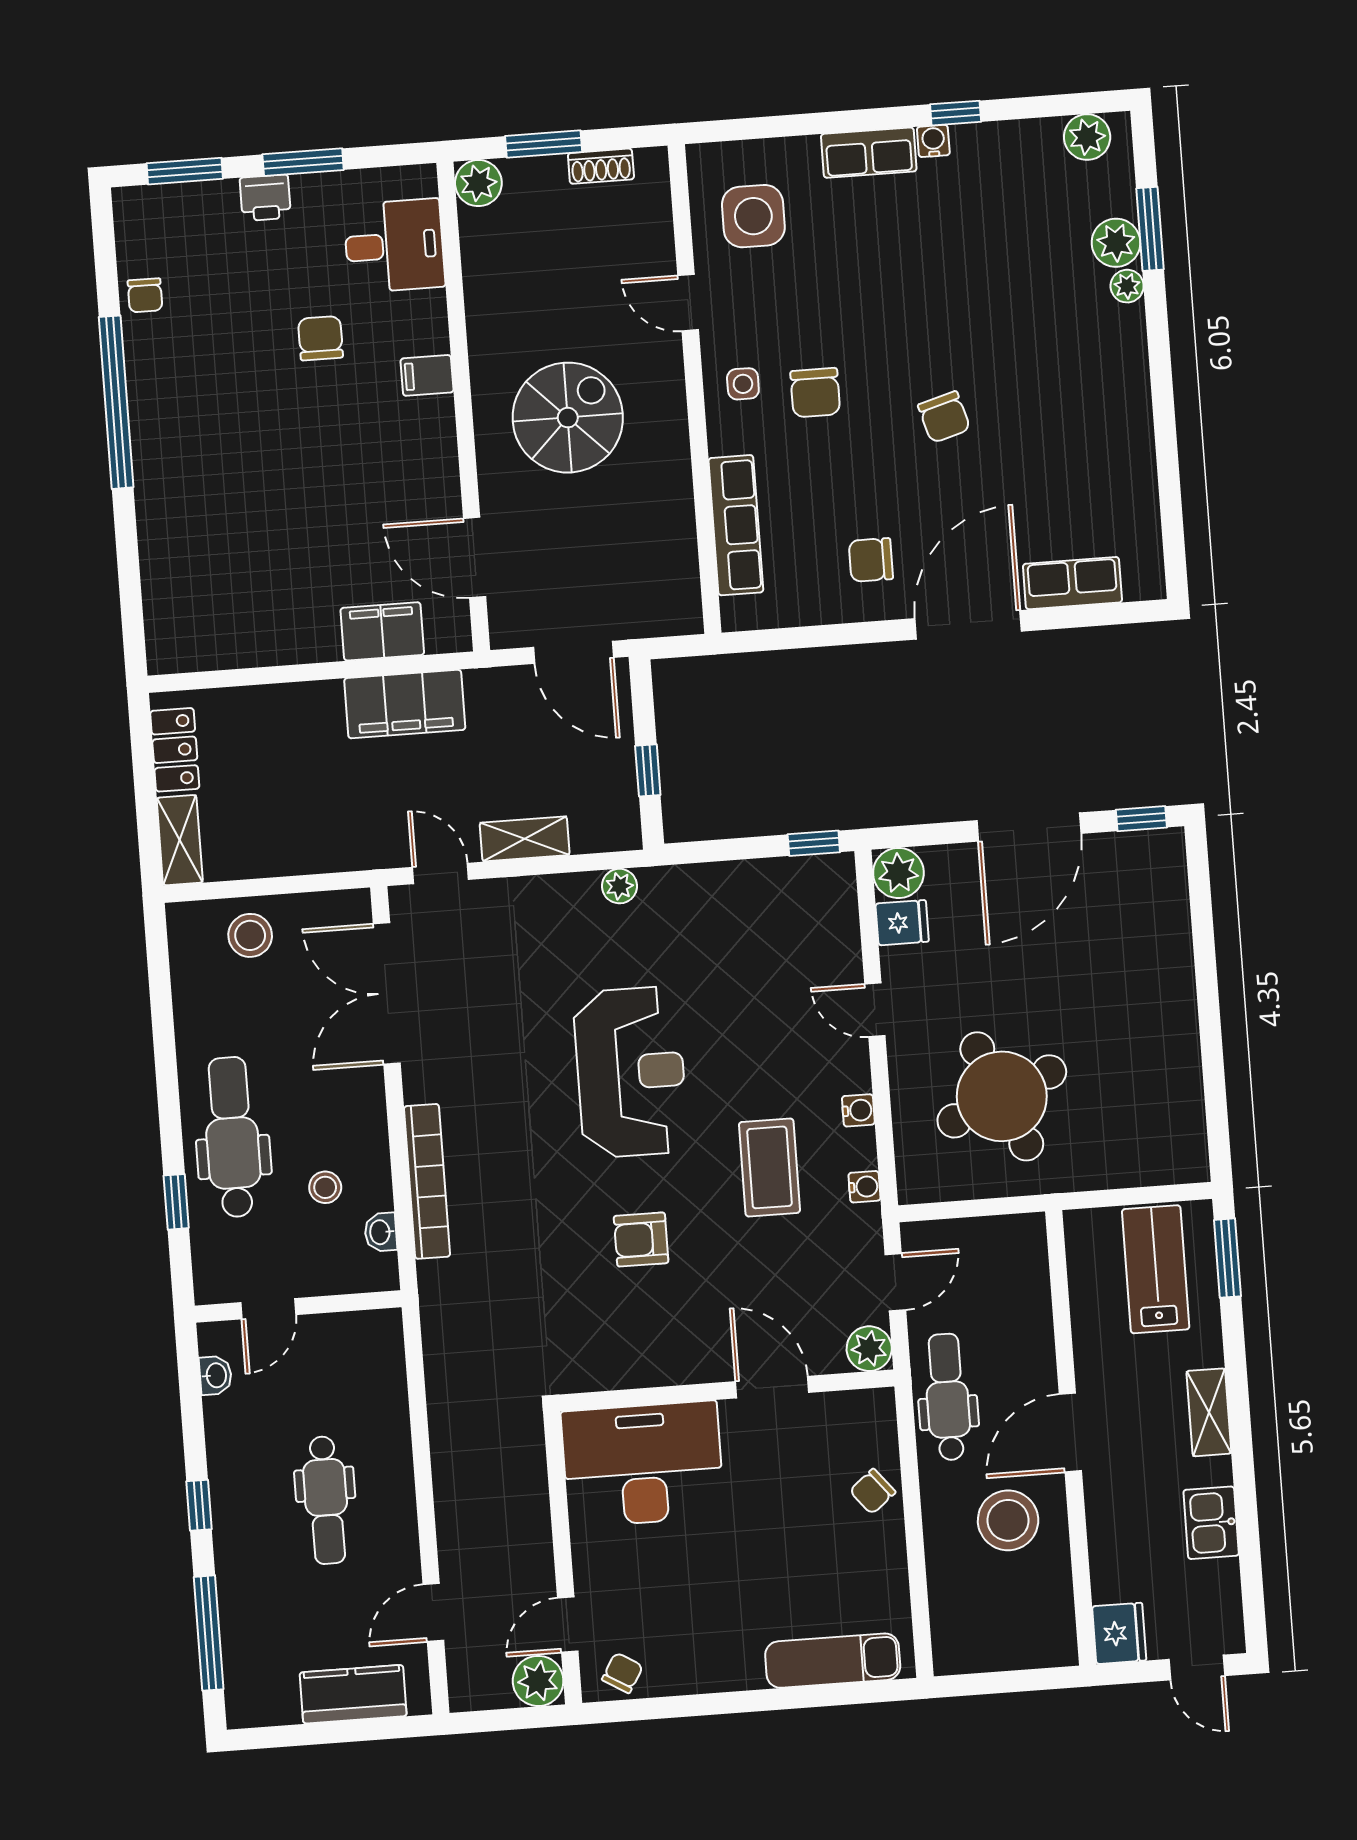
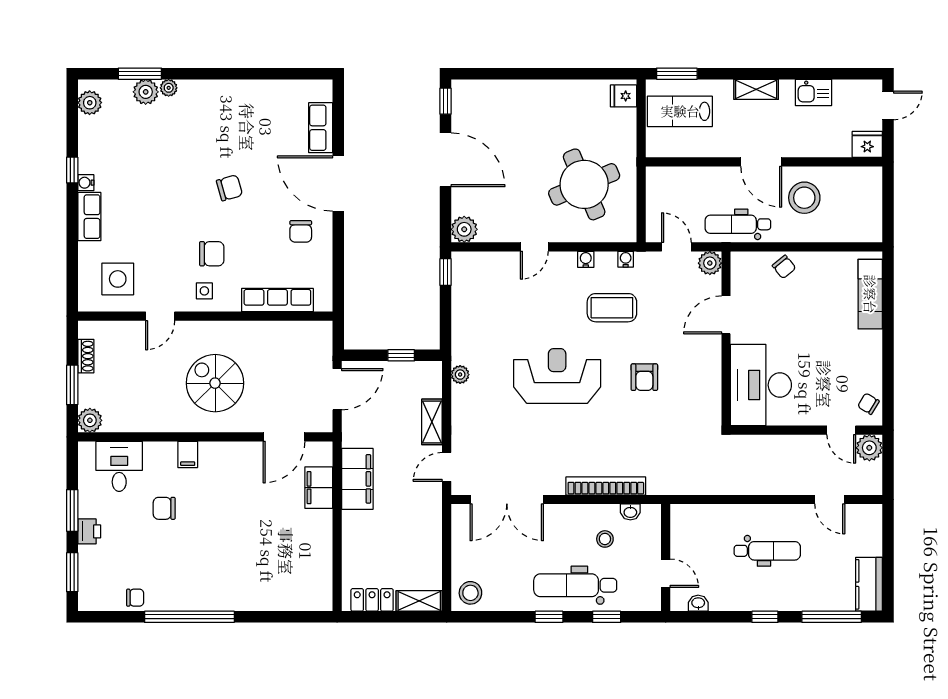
fridge: (902, 923) -> (623, 96), moved, turned -90
stool: (250, 935) -> (470, 593), moved
window: (168, 1091) -> (549, 617), added
kitchen counter: (353, 1694) -> (869, 584), moved

